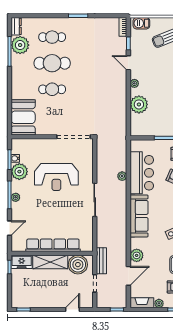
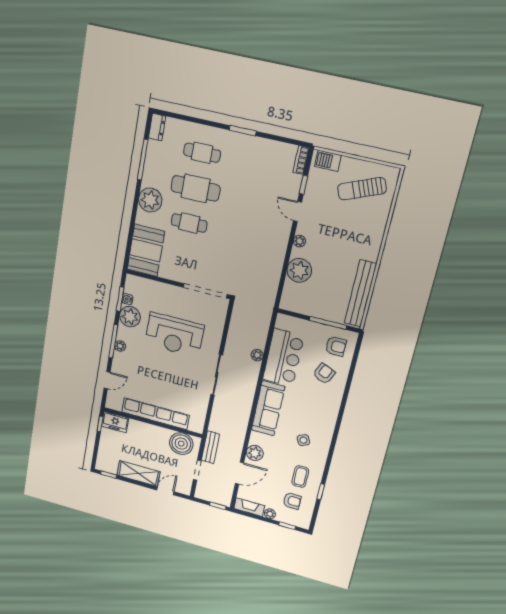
plant: (20, 45) -> (150, 200), moved
shelving: (50, 262) -> (138, 473), moved

